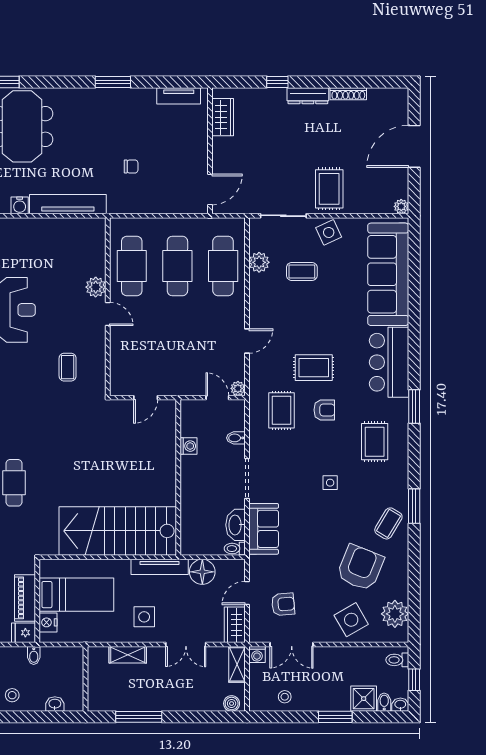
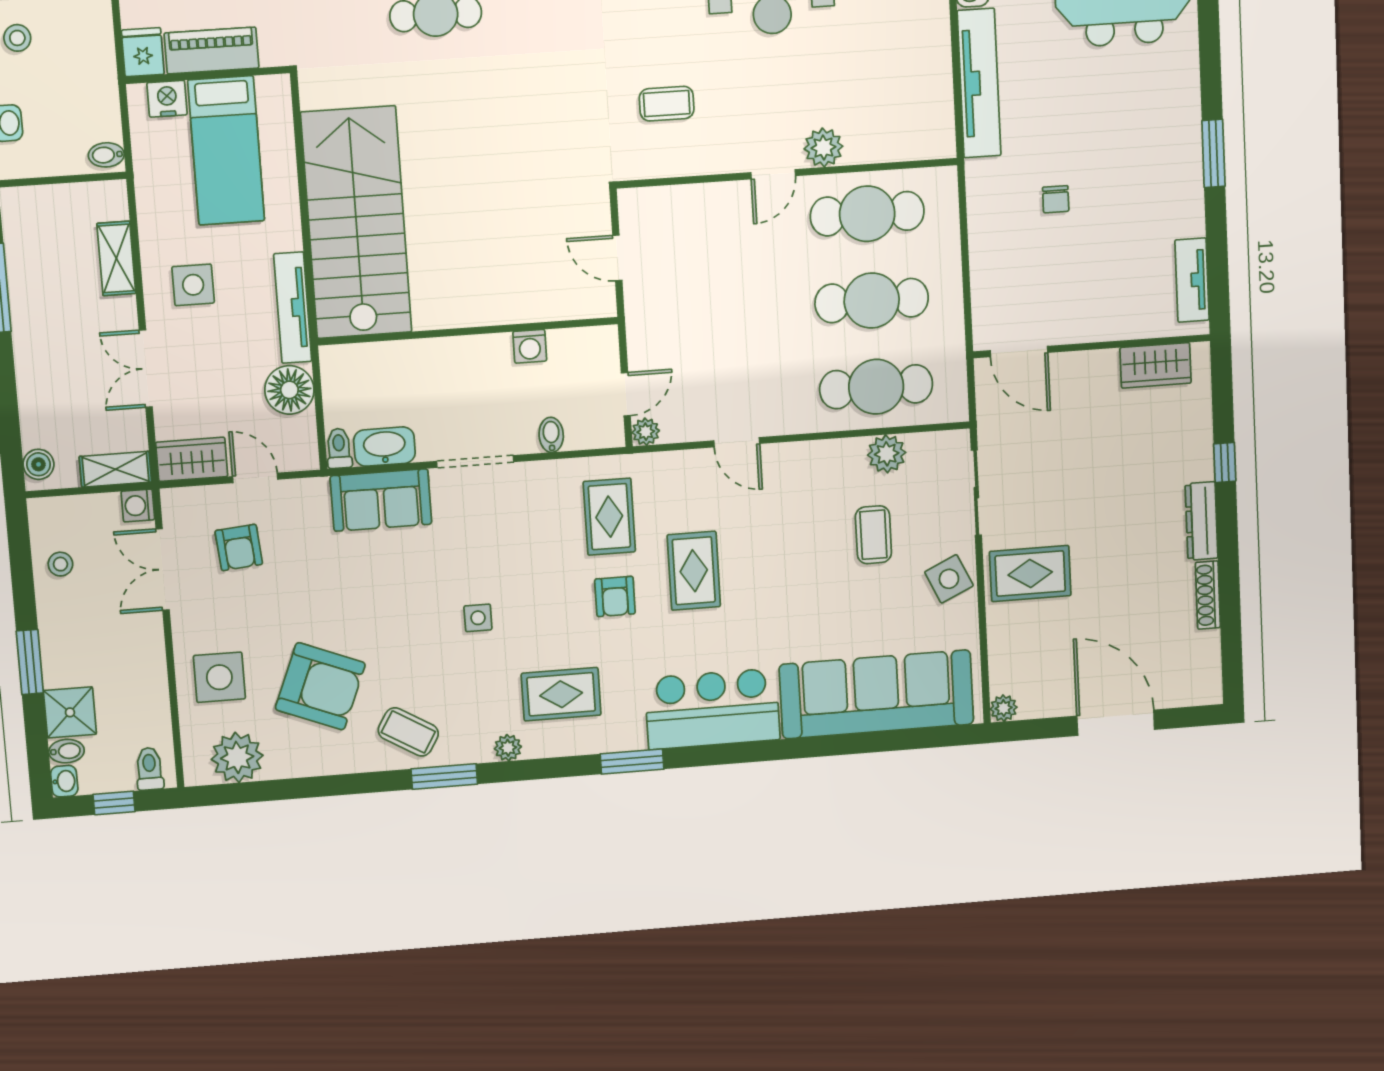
rug: (281, 410) -> (609, 517), turned 90
plant: (401, 472) -> (508, 748), added
side table: (351, 620) -> (219, 677), turned 30
bidet: (34, 655) -> (106, 155), moved

